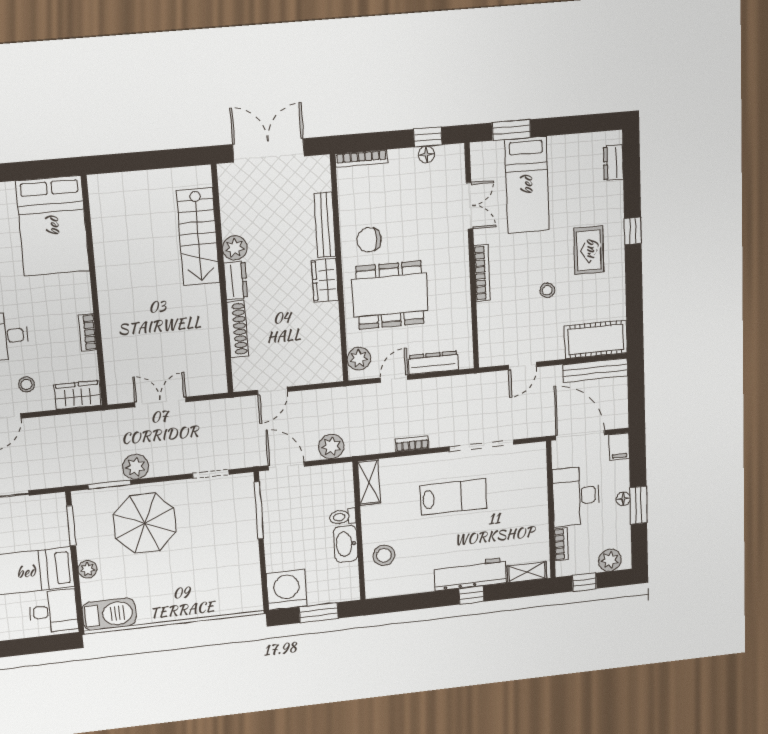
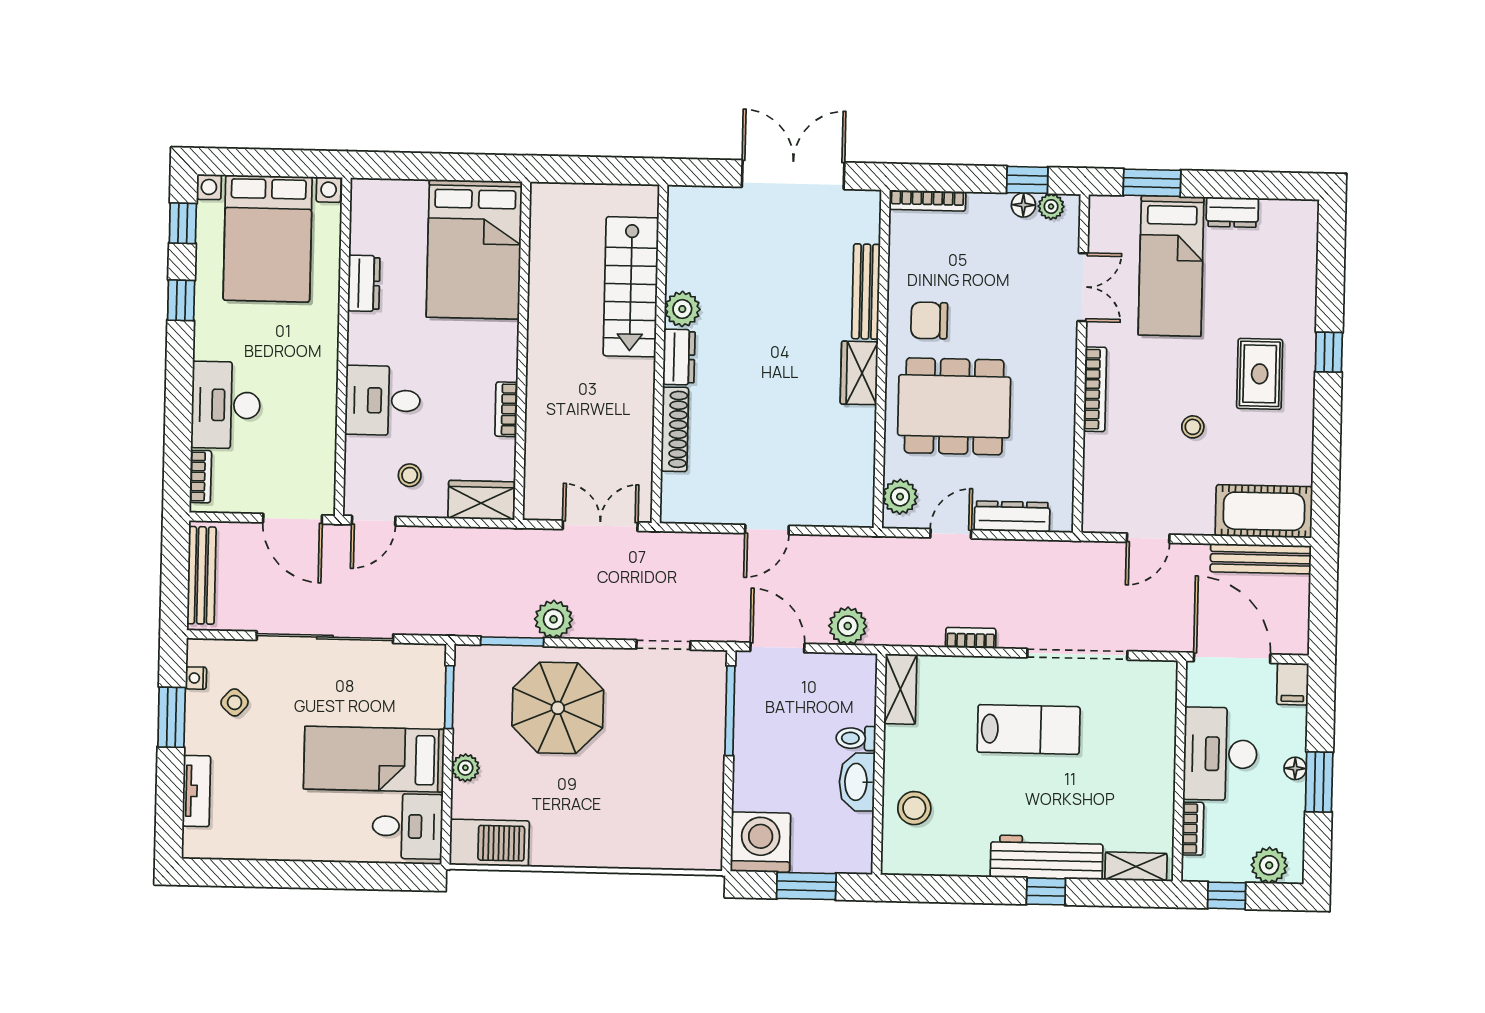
plant: (445, 153) -> (1051, 207), added
dresser: (613, 163) -> (1232, 212), moved, turned -90
stairs: (198, 237) -> (631, 287), moved
plant: (235, 248) -> (682, 309), moved
wall: (222, 280) -> (660, 354), moved
dresser: (236, 281) -> (679, 357), moved
shoe rack: (237, 329) -> (675, 429), moved

